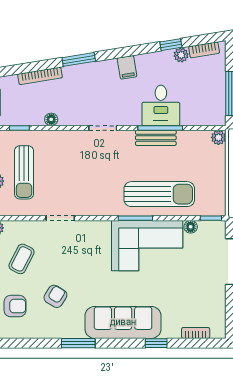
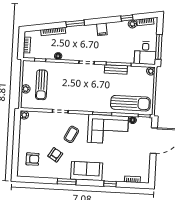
desk: (161, 105) -> (145, 53), moved
sun lounger: (159, 194) -> (130, 103), moved
coffee table: (22, 259) -> (71, 134), moved
sofa: (123, 322) -> (87, 171), width x0.73

